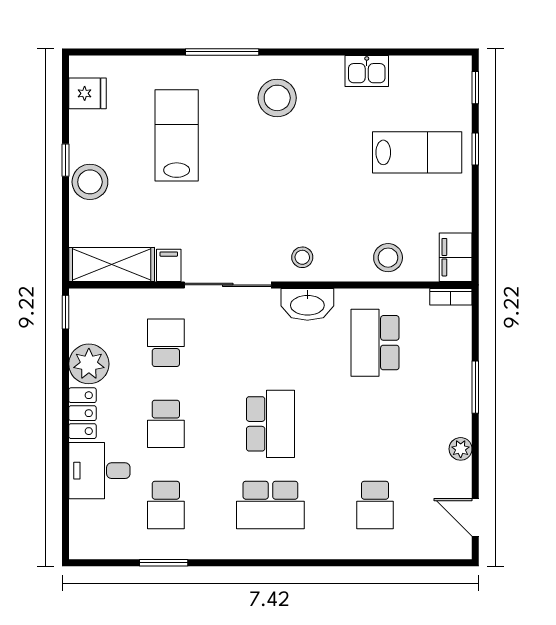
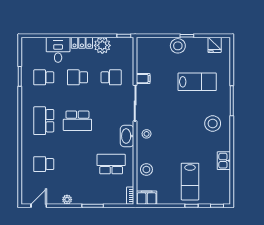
shelving: (112, 264) -> (144, 55), removed

